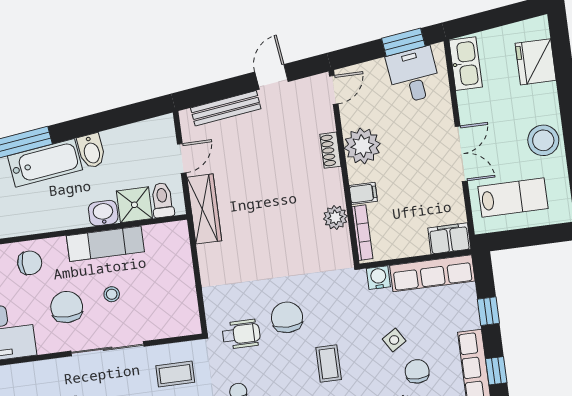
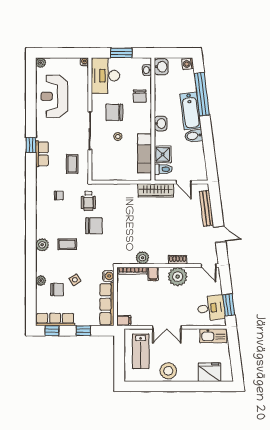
washbasin: (103, 213) -> (161, 124), moved
filing cabinet: (449, 238) -> (124, 321), width x0.50
exam couch: (105, 244) -> (145, 153), moved
chair: (67, 307) -> (114, 112), turned 180

